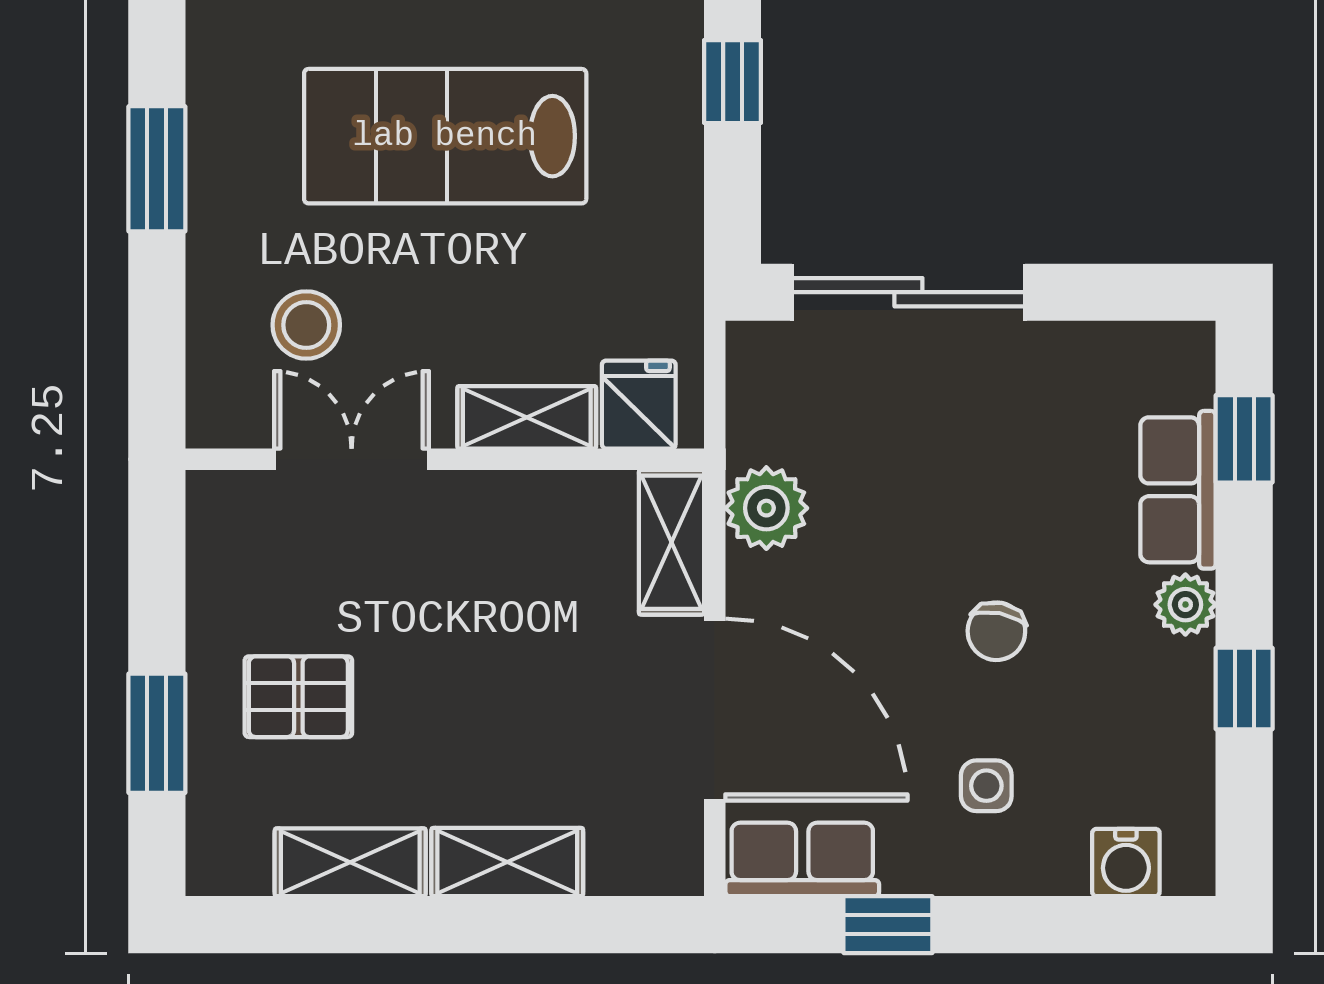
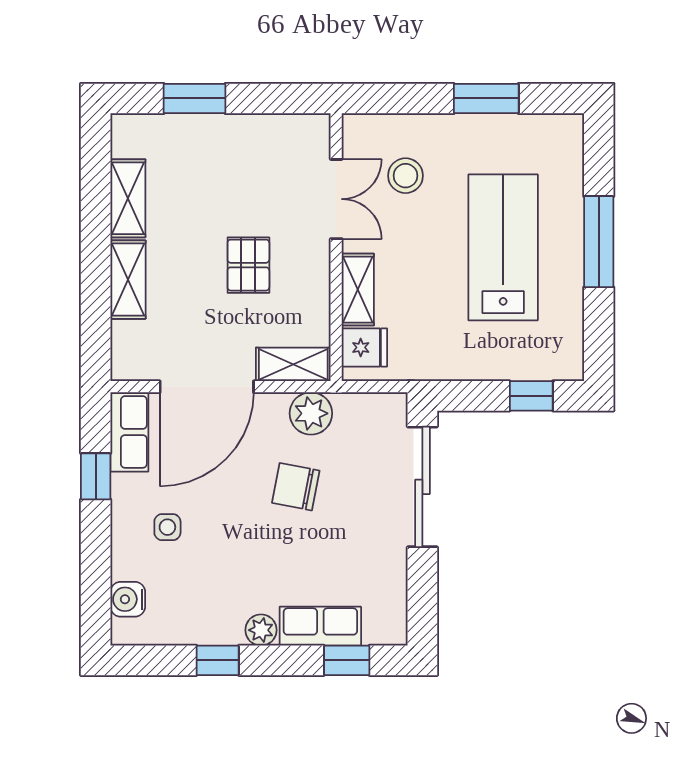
chair: (996, 631) -> (296, 487), moved, width x1.37, depth x1.37
pallet: (298, 697) -> (248, 265), moved

